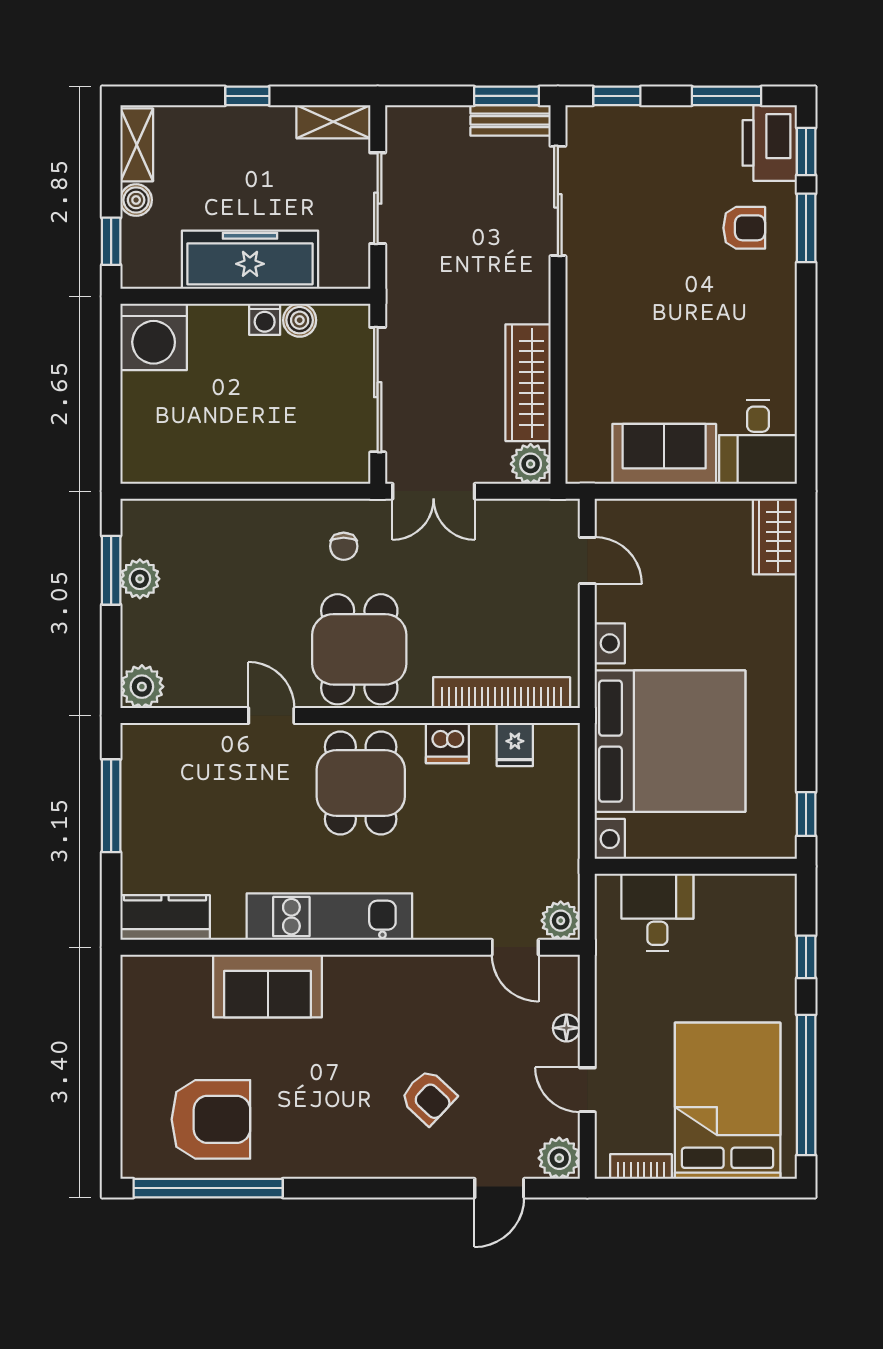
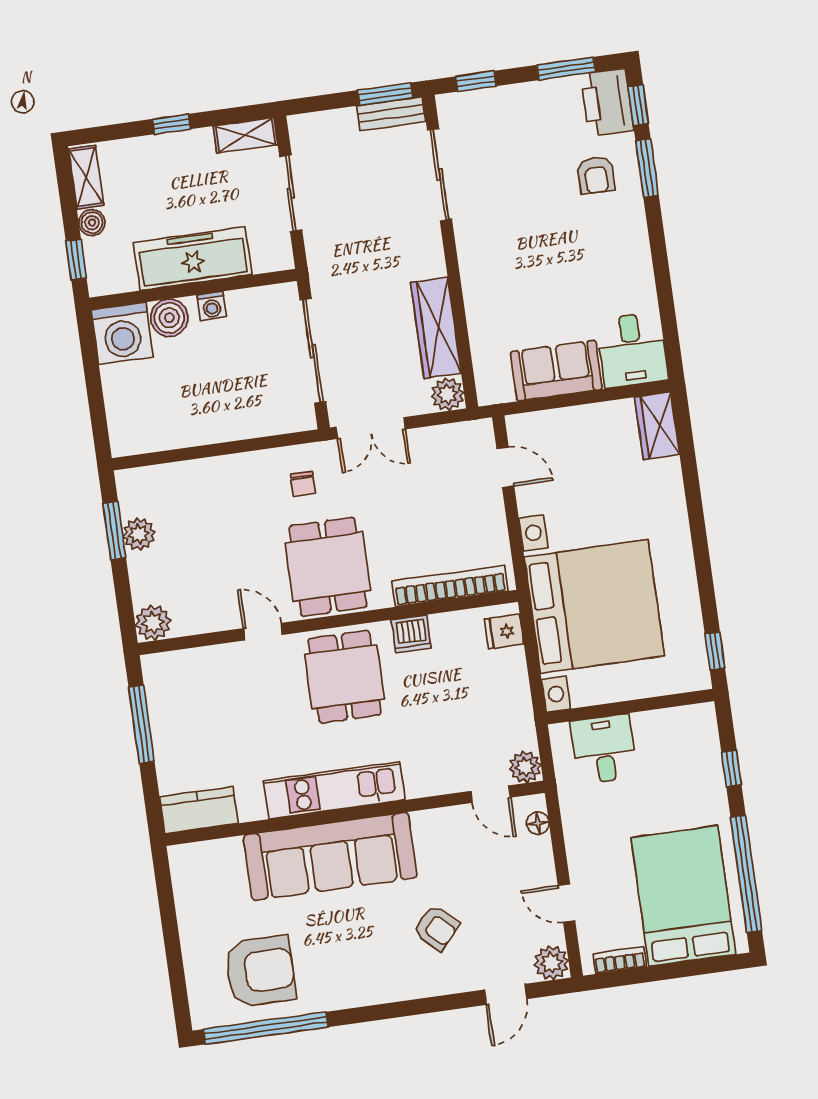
armchair: (744, 228) -> (596, 175), turned 90
boiler: (300, 320) -> (169, 318), moved, width x1.36, depth x1.36
fridge: (515, 745) -> (504, 632), moved, turned 90
sofa: (268, 986) -> (330, 856), width x1.85, depth x1.27
floor lamp: (566, 1028) -> (538, 823), moved

